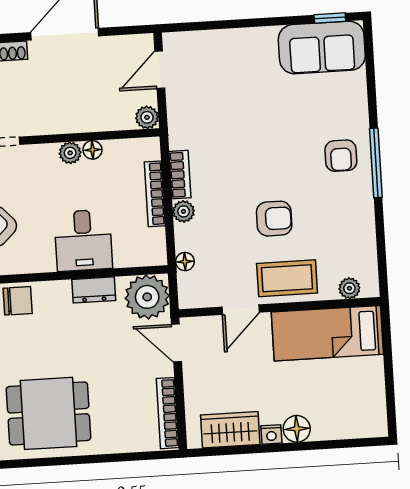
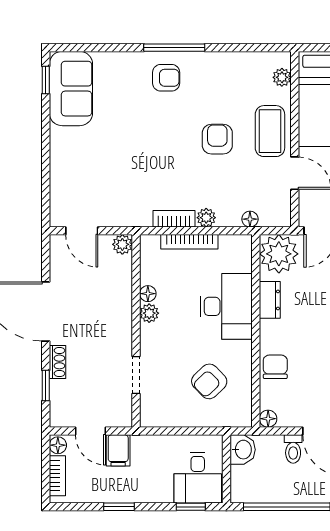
desk: (83, 240) -> (226, 306), width x1.37

